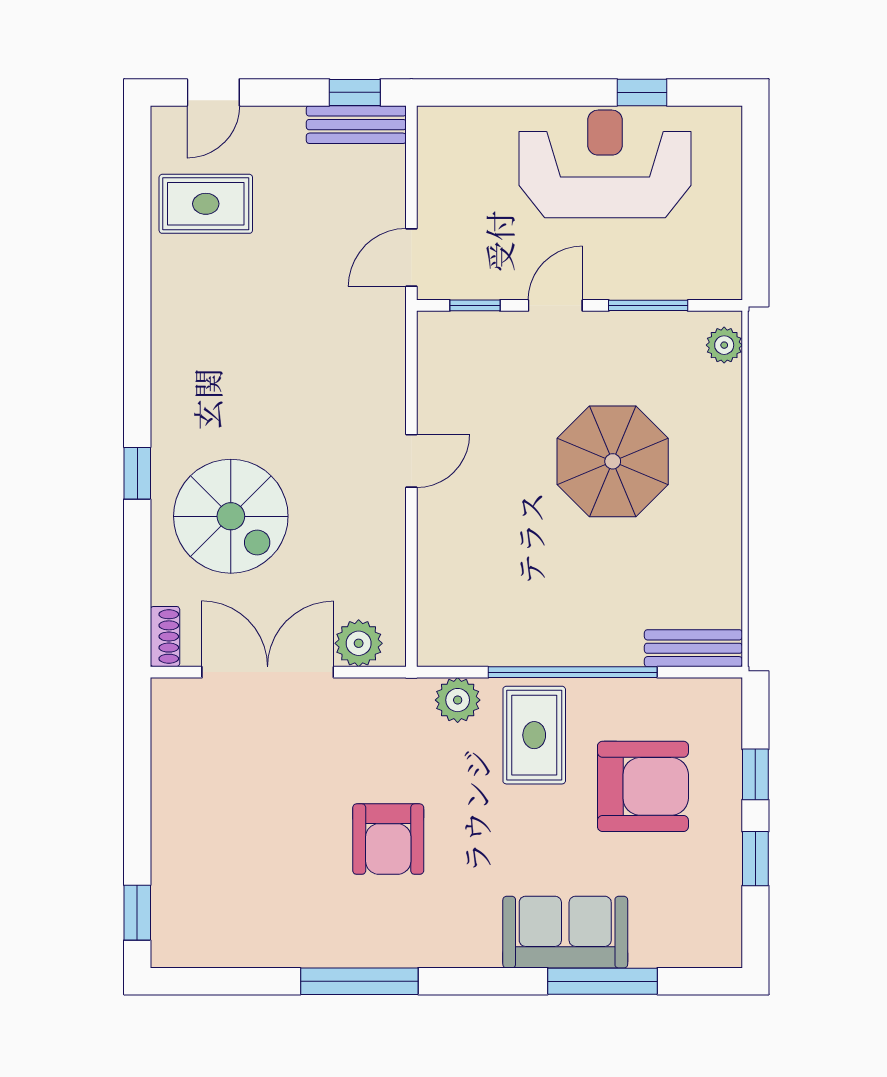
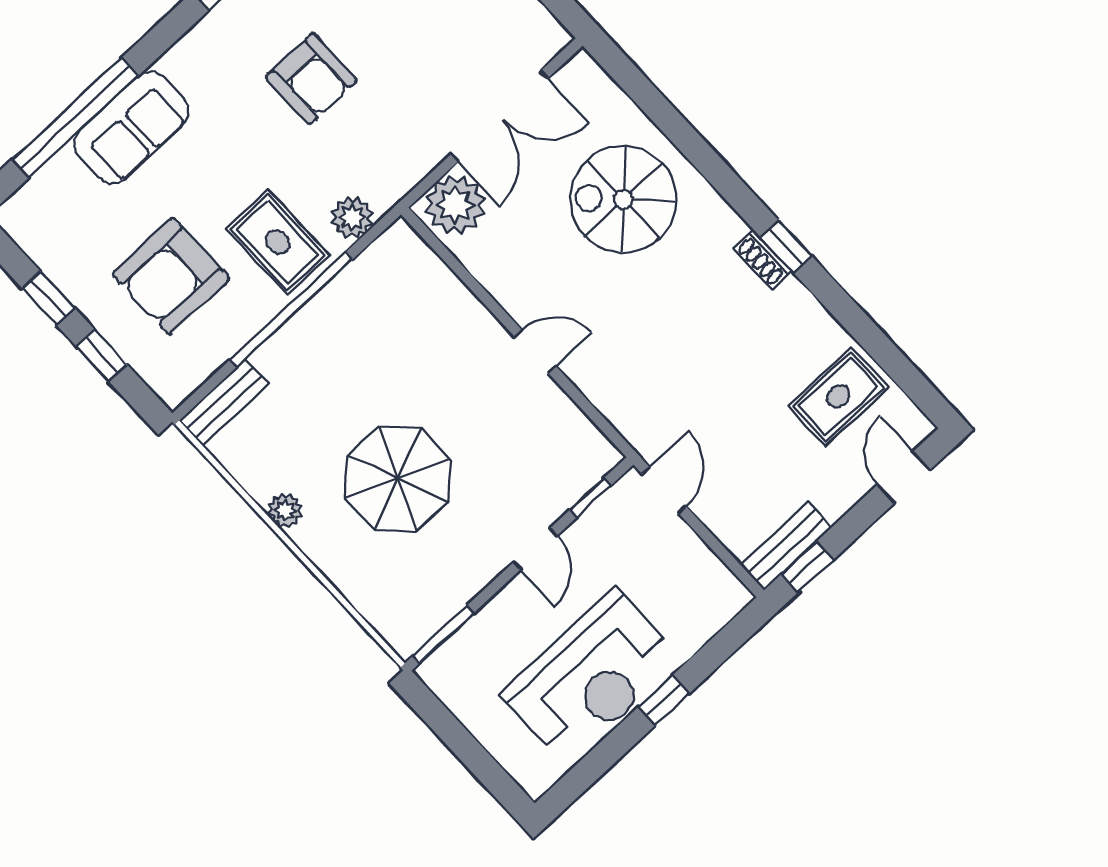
window: (642, 92) -> (664, 700), moved
window: (648, 305) -> (443, 634), moved
plant: (724, 345) -> (285, 510), moved
door: (411, 461) -> (535, 351), swing flipped
window: (137, 473) -> (786, 247), moved
shoe rack: (165, 636) -> (763, 259), moved
plant: (359, 643) -> (455, 205), width x1.36, depth x1.36
armchair: (388, 839) -> (311, 79), turned 180
window: (603, 981) -> (75, 118), width x1.46

